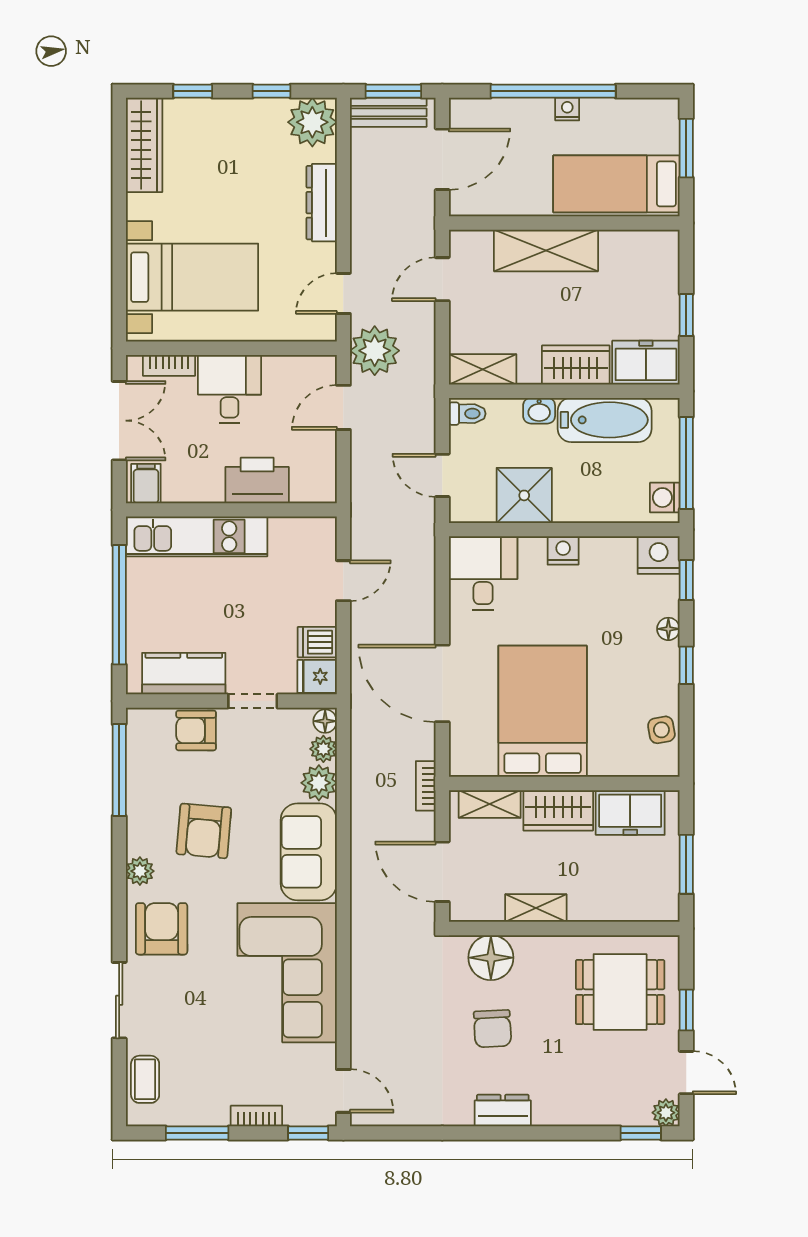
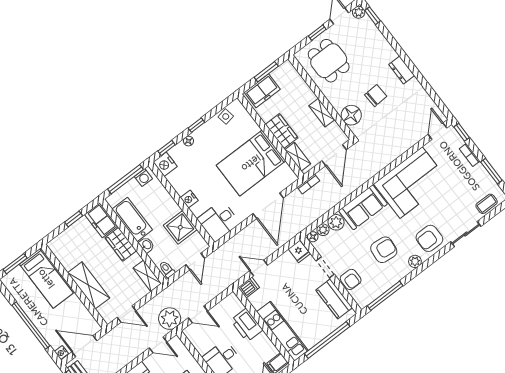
nightstand: (567, 109) -> (61, 353), moved
dishwasher: (317, 642) -> (249, 288), moved, turned -90
freezer: (630, 813) -> (262, 91), moved, turned 90

